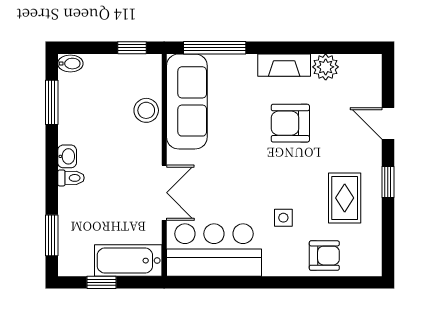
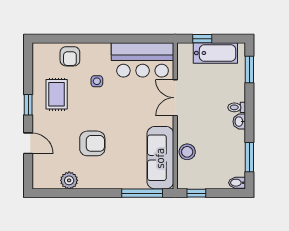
fireplace: (284, 65) -> (96, 182), removed
armchair: (324, 256) -> (70, 56), turned -90
bathtub: (128, 261) -> (215, 53), moved
window: (101, 282) -> (202, 39), moved

